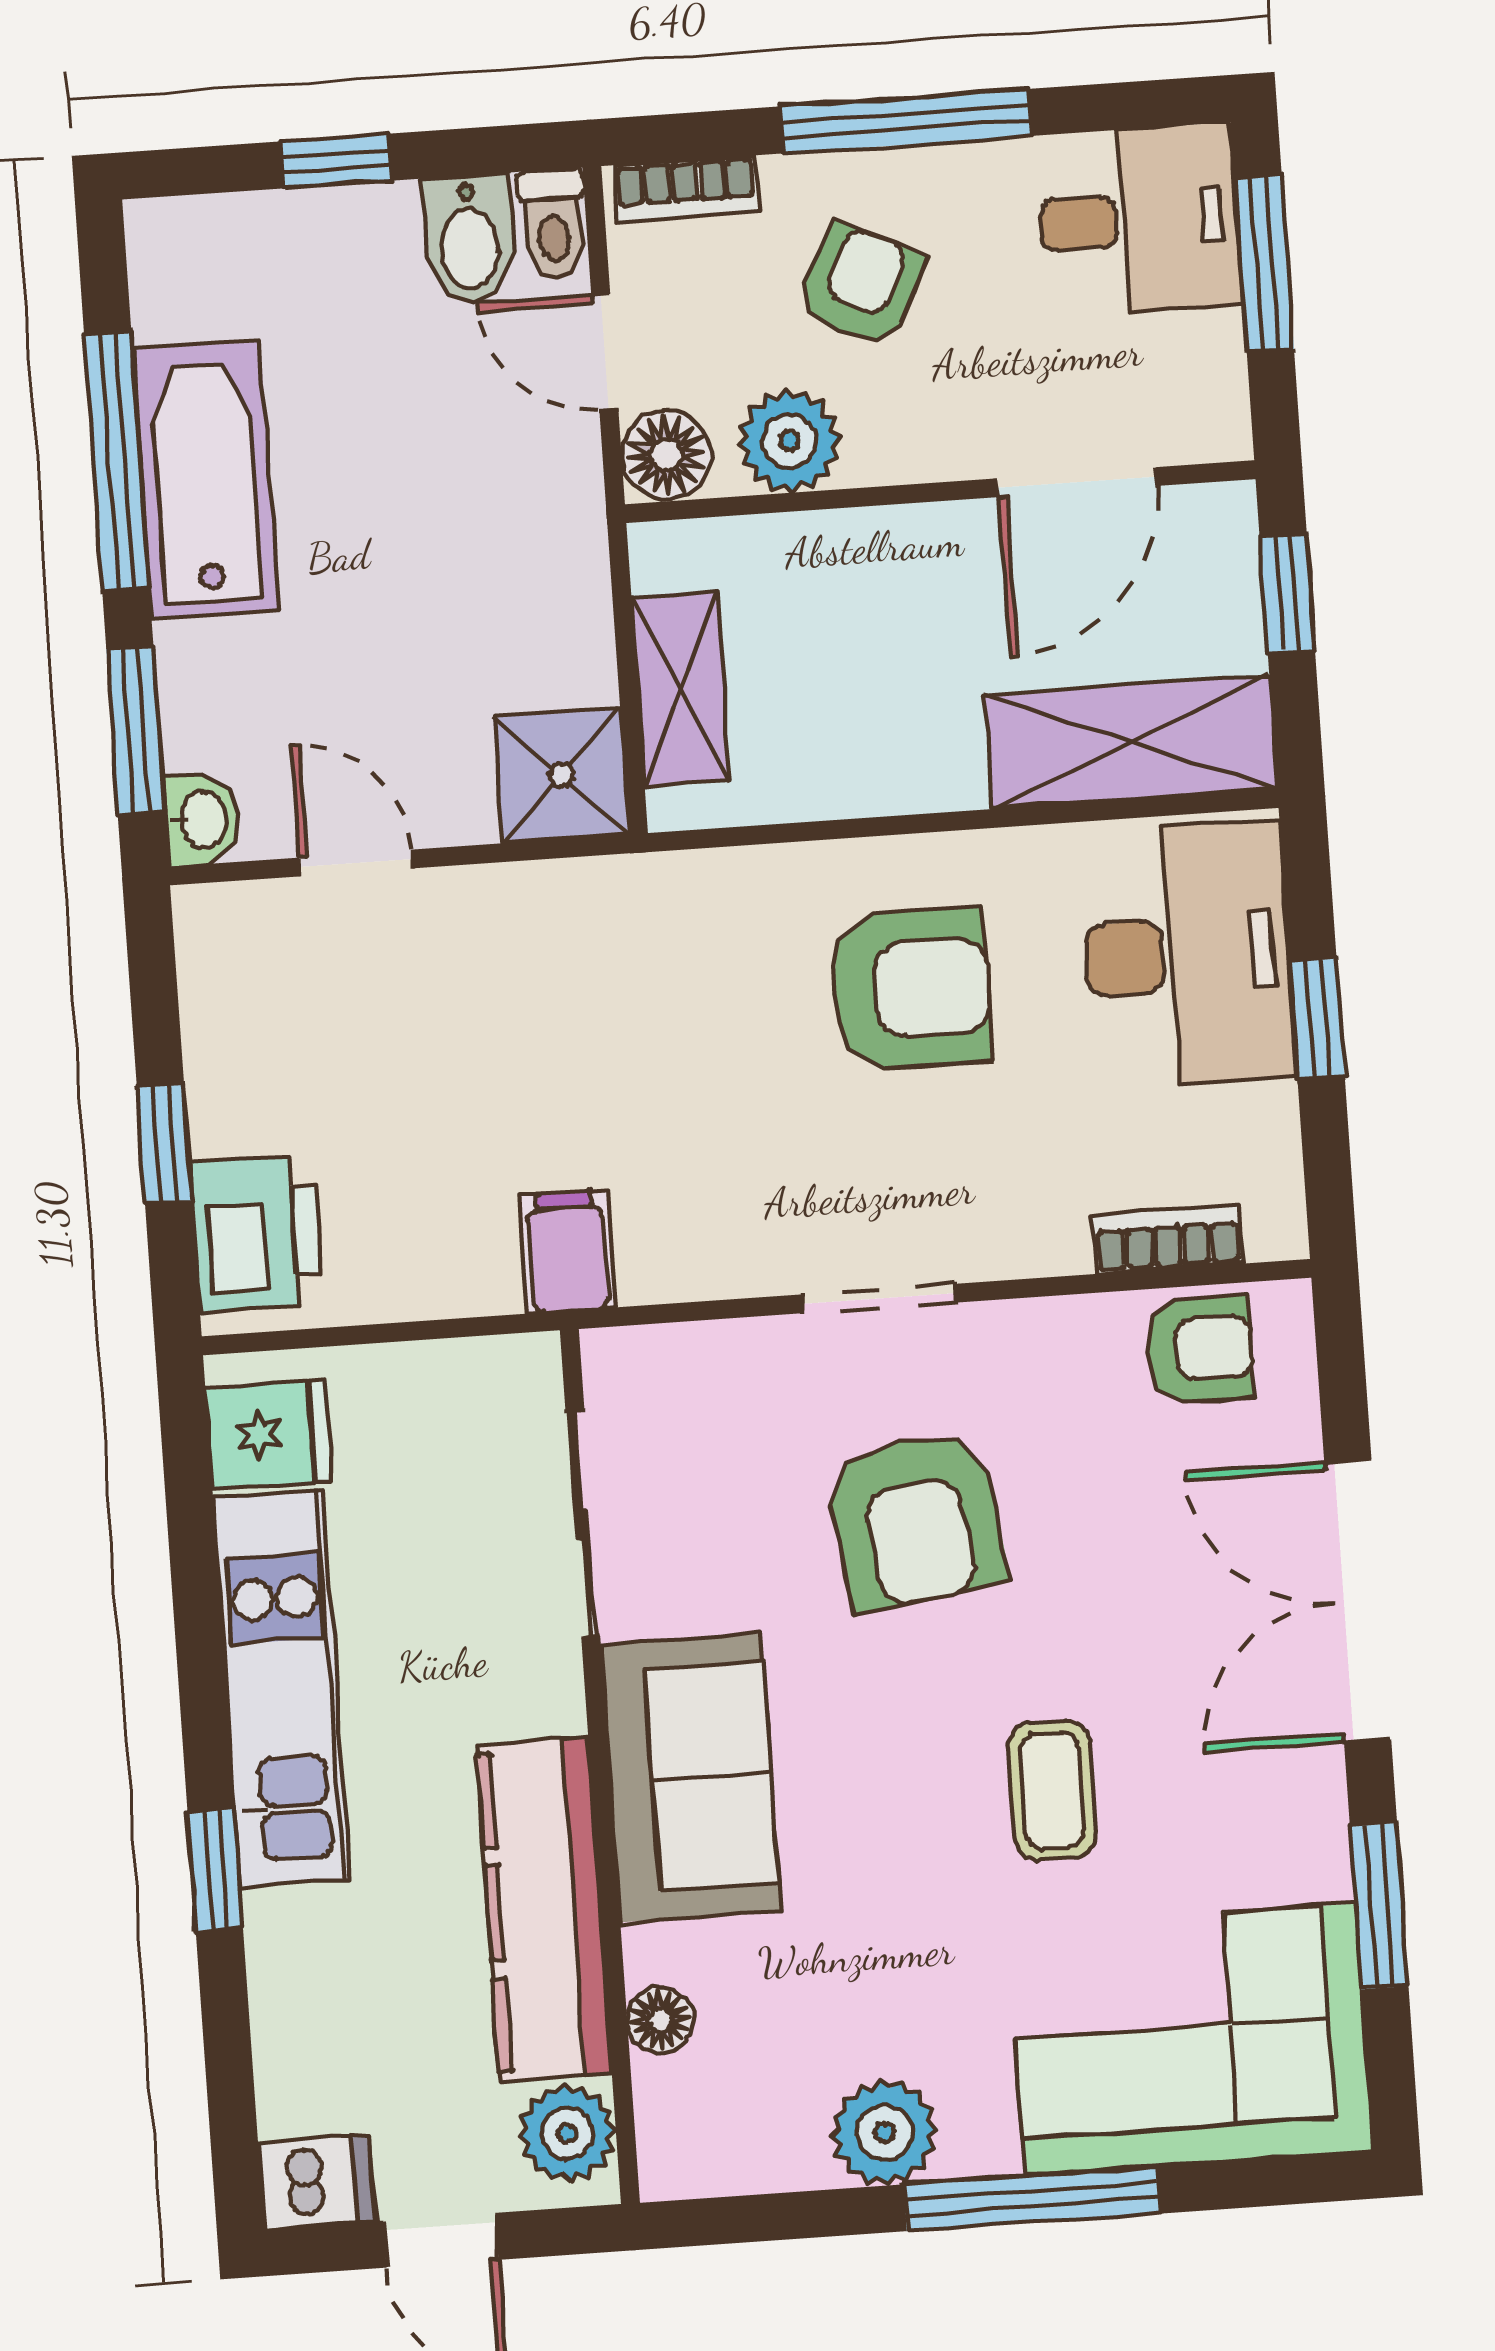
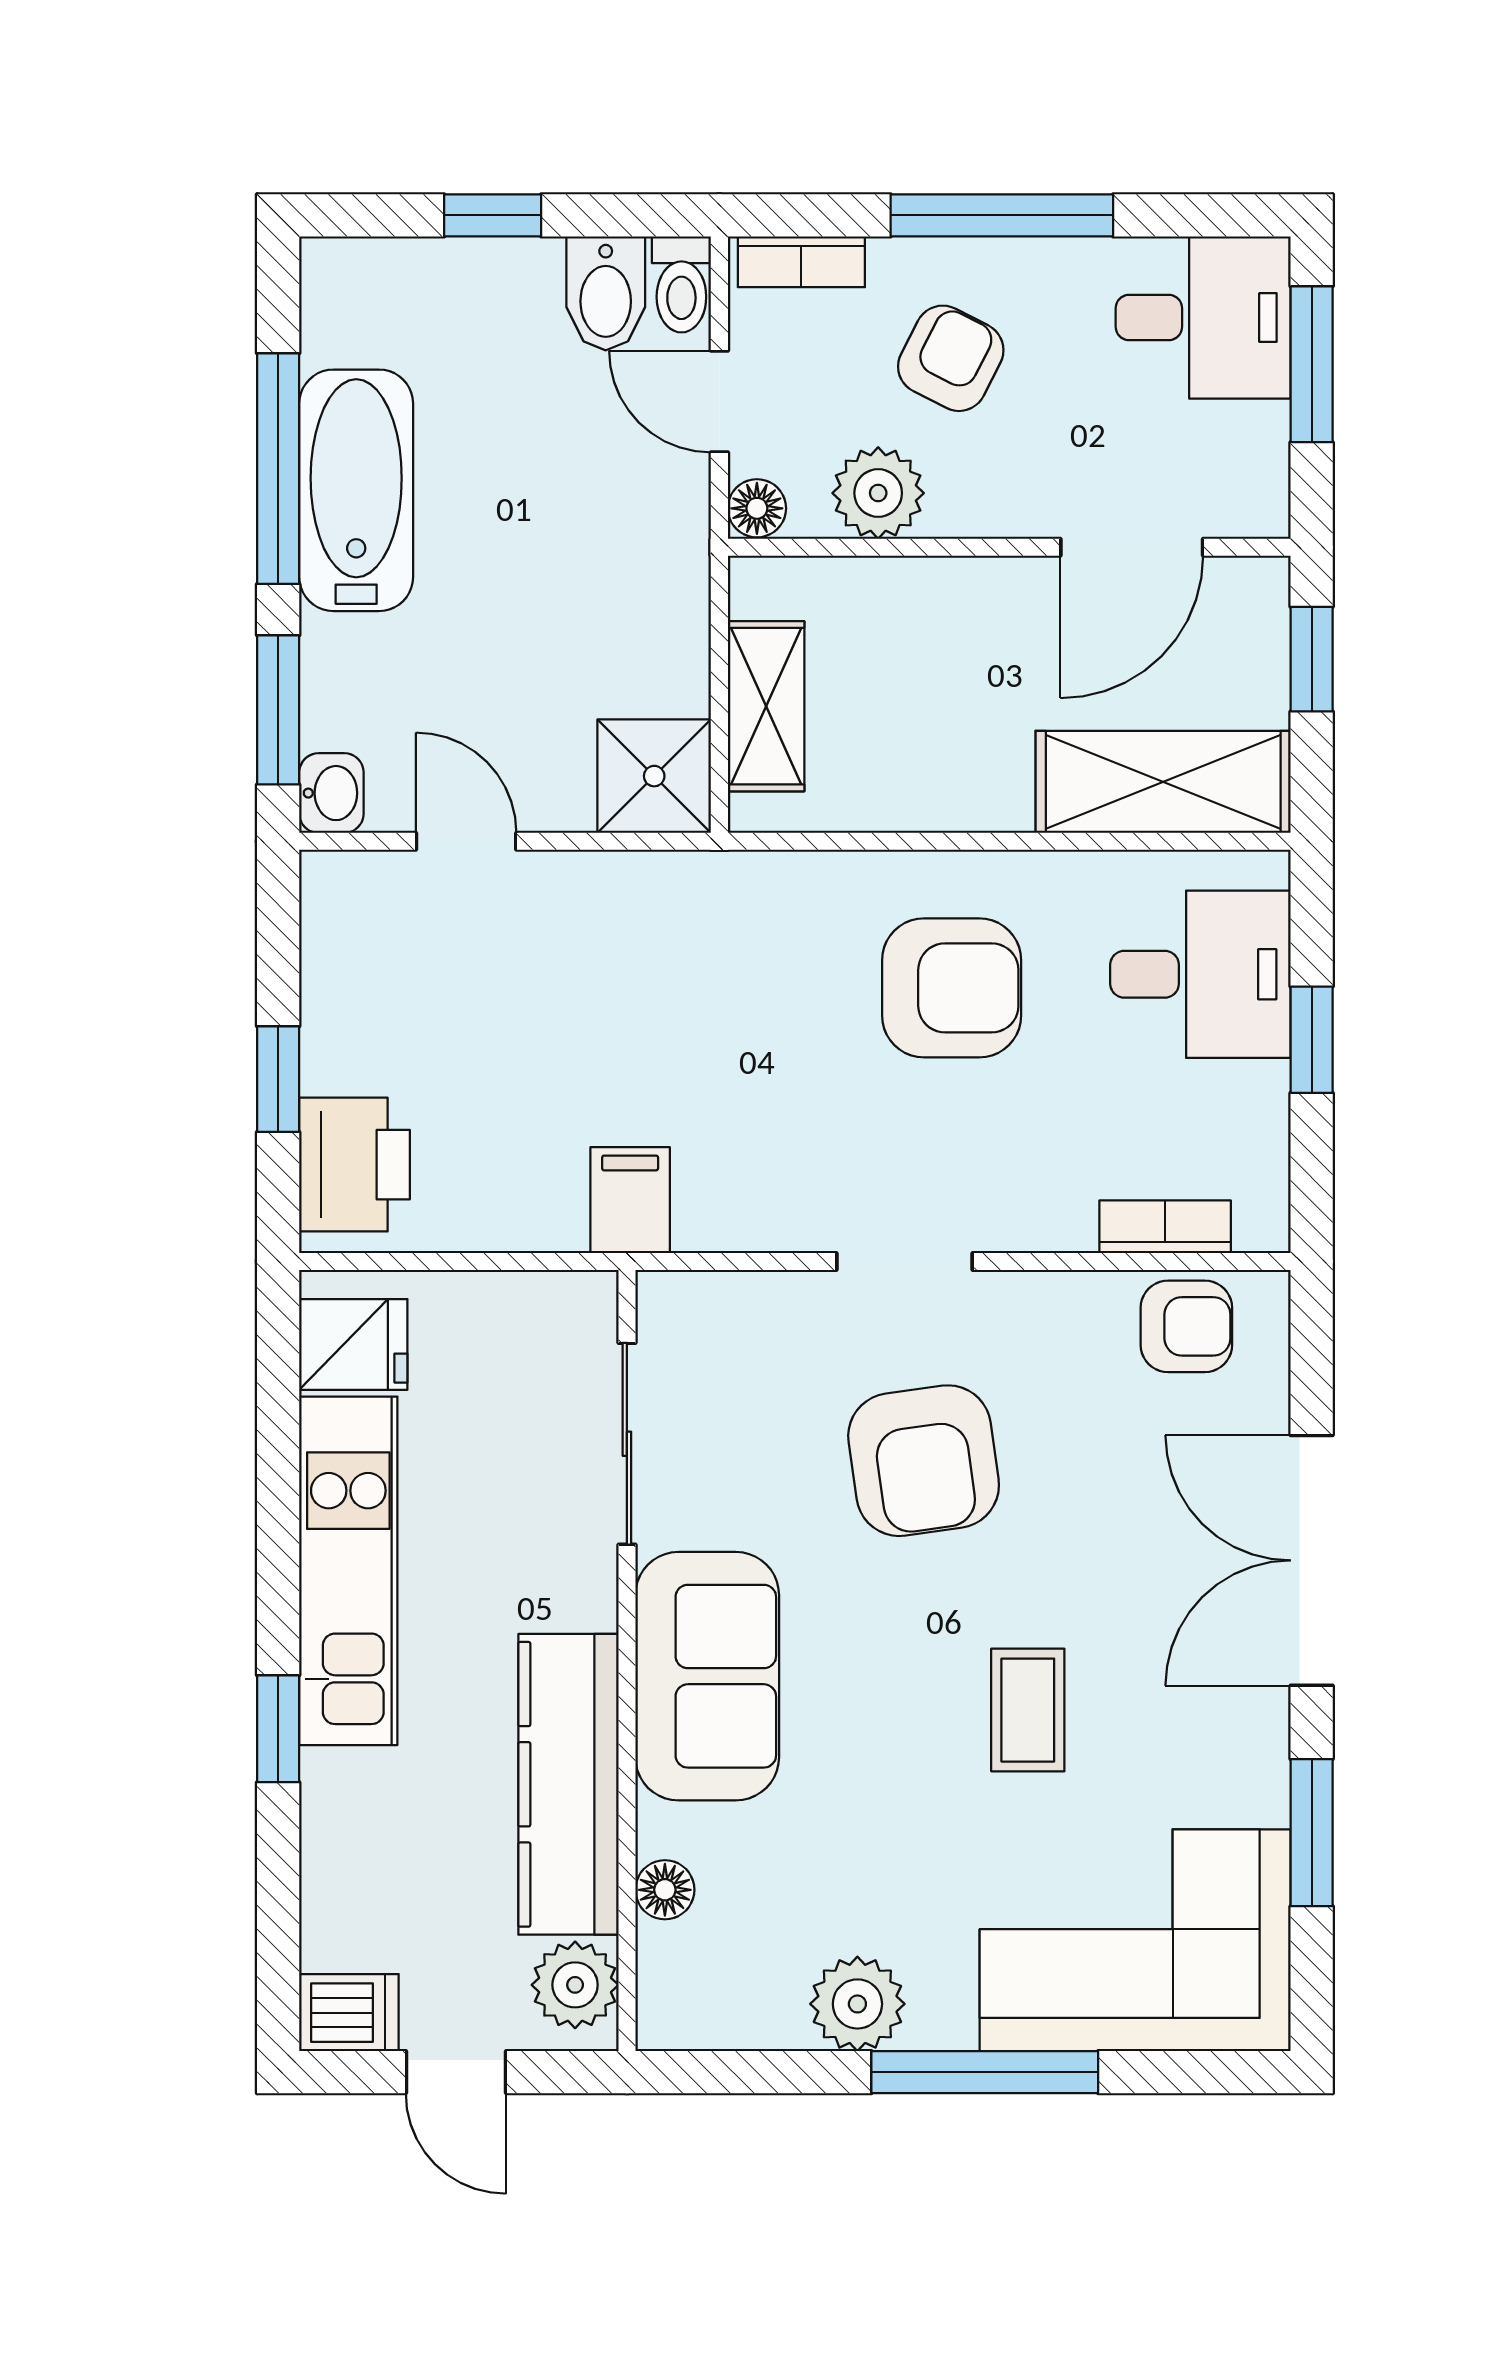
floor lamp: (666, 455) -> (757, 508), width x0.73, depth x0.73
desk: (1188, 954) -> (1200, 974), width x0.73

